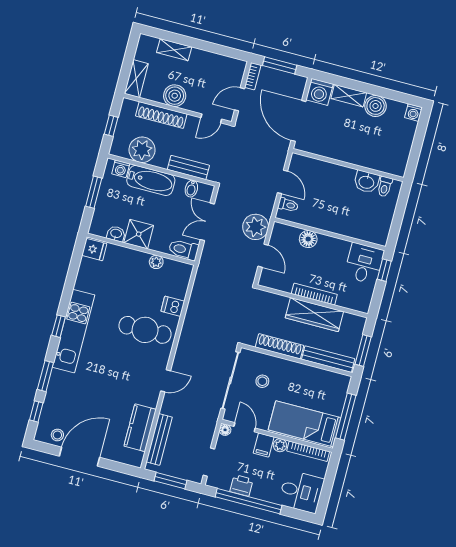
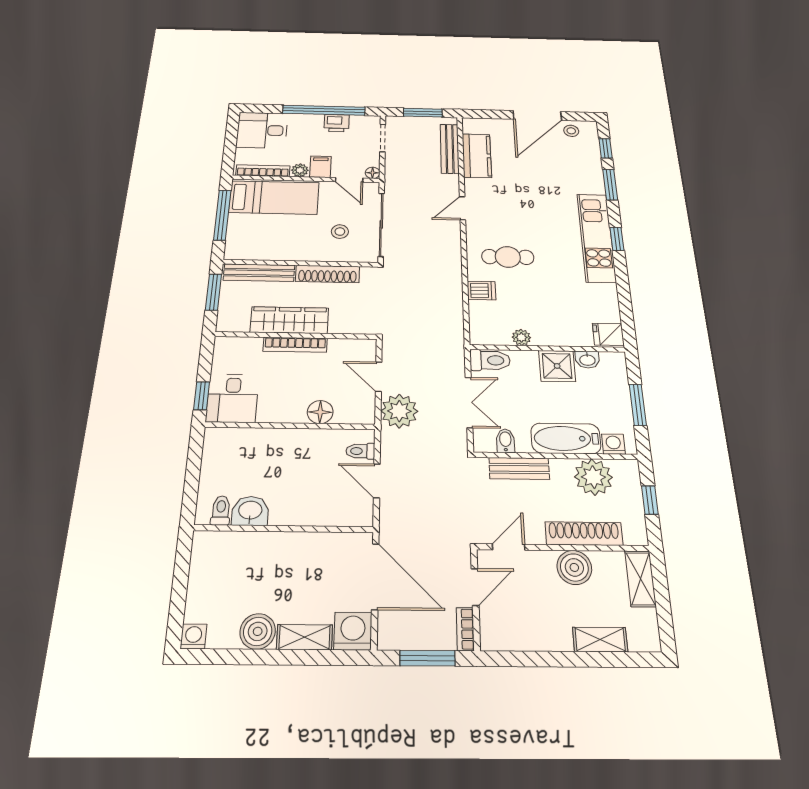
cafe table: (145, 330) -> (508, 257), width x0.73, depth x0.74

